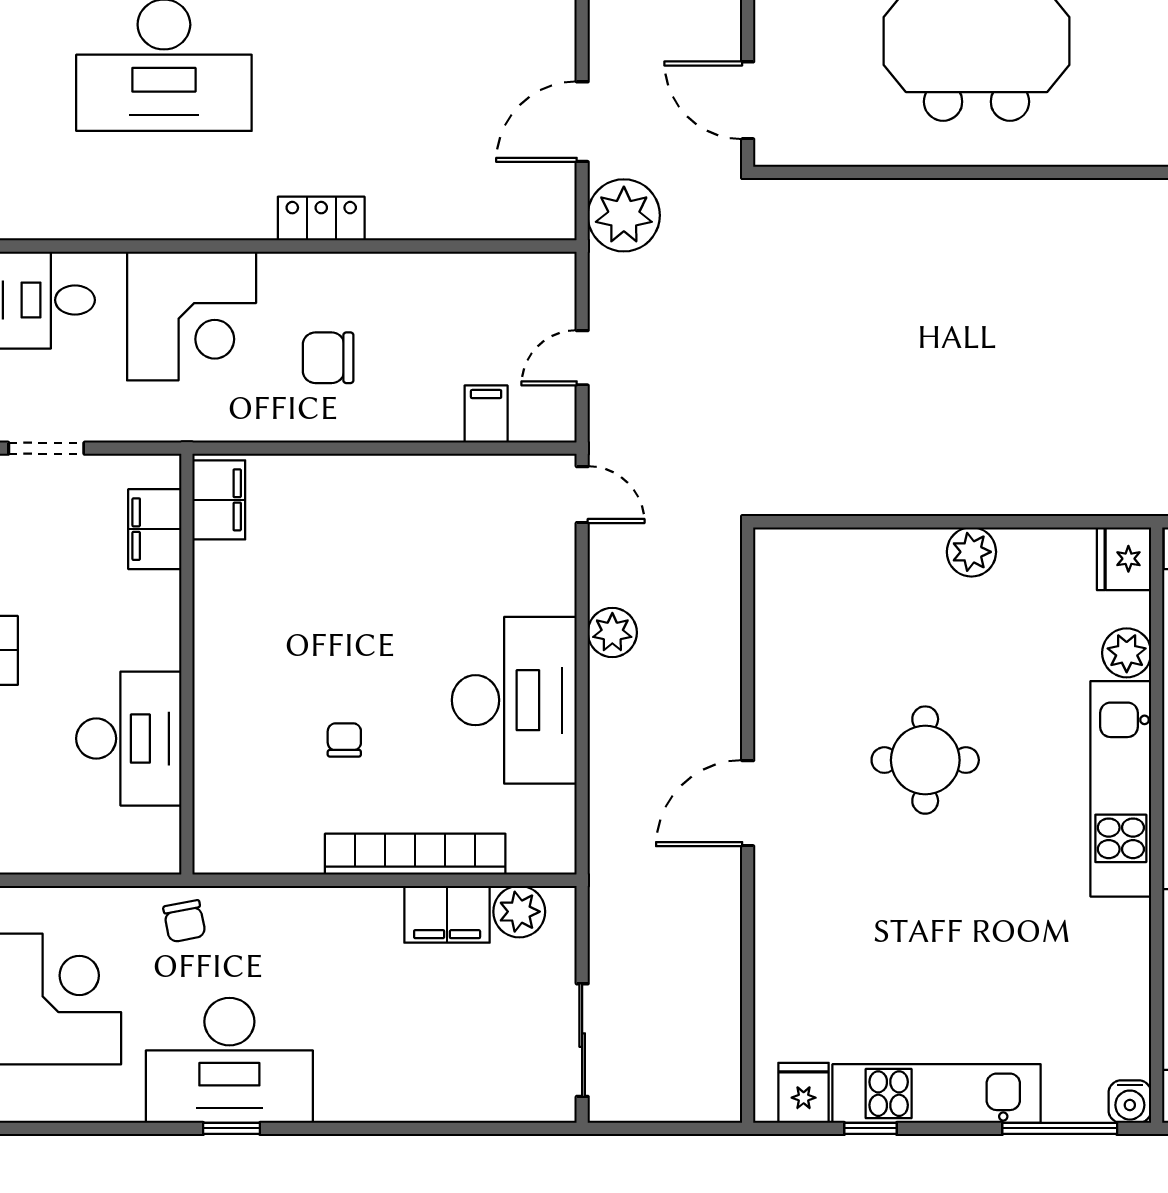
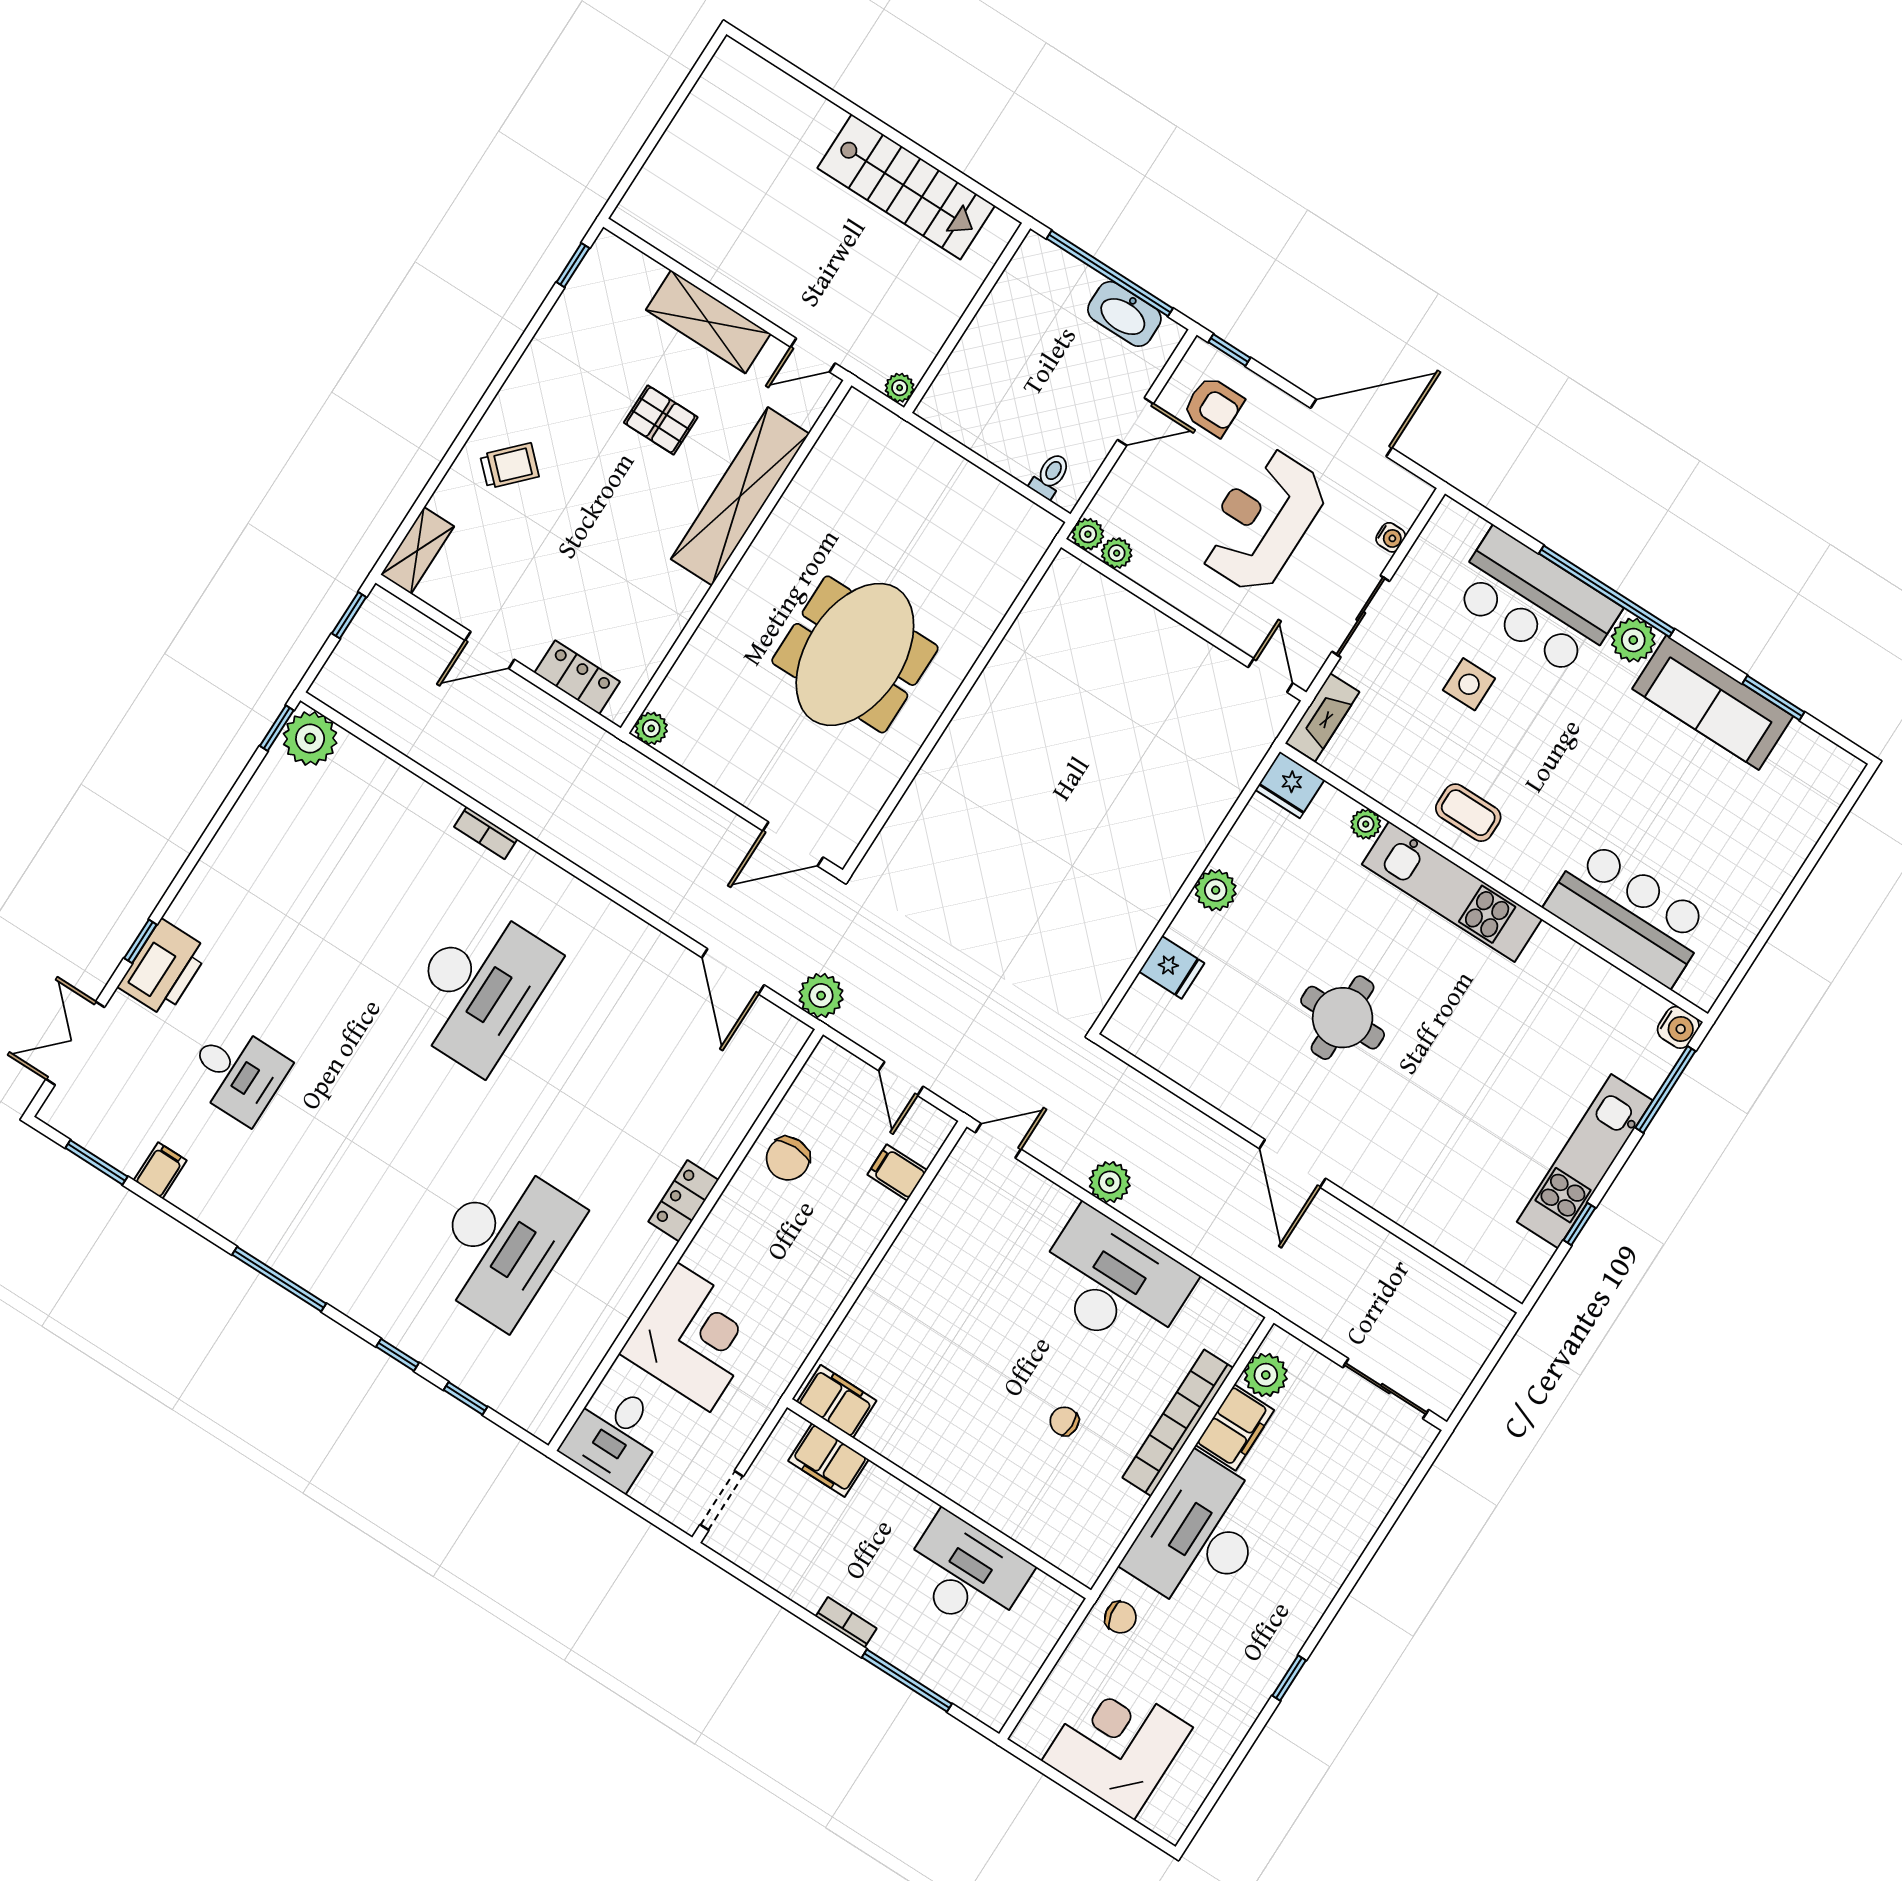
plant: (624, 215) -> (821, 996), width x0.73, depth x0.73
chair: (328, 358) -> (788, 1159), moved
plant: (1127, 653) -> (1366, 824), width x0.73, depth x0.73
desk: (229, 1060) -> (1200, 1535), moved, turned 180
fridge: (804, 1093) -> (1172, 967), moved, turned 180

